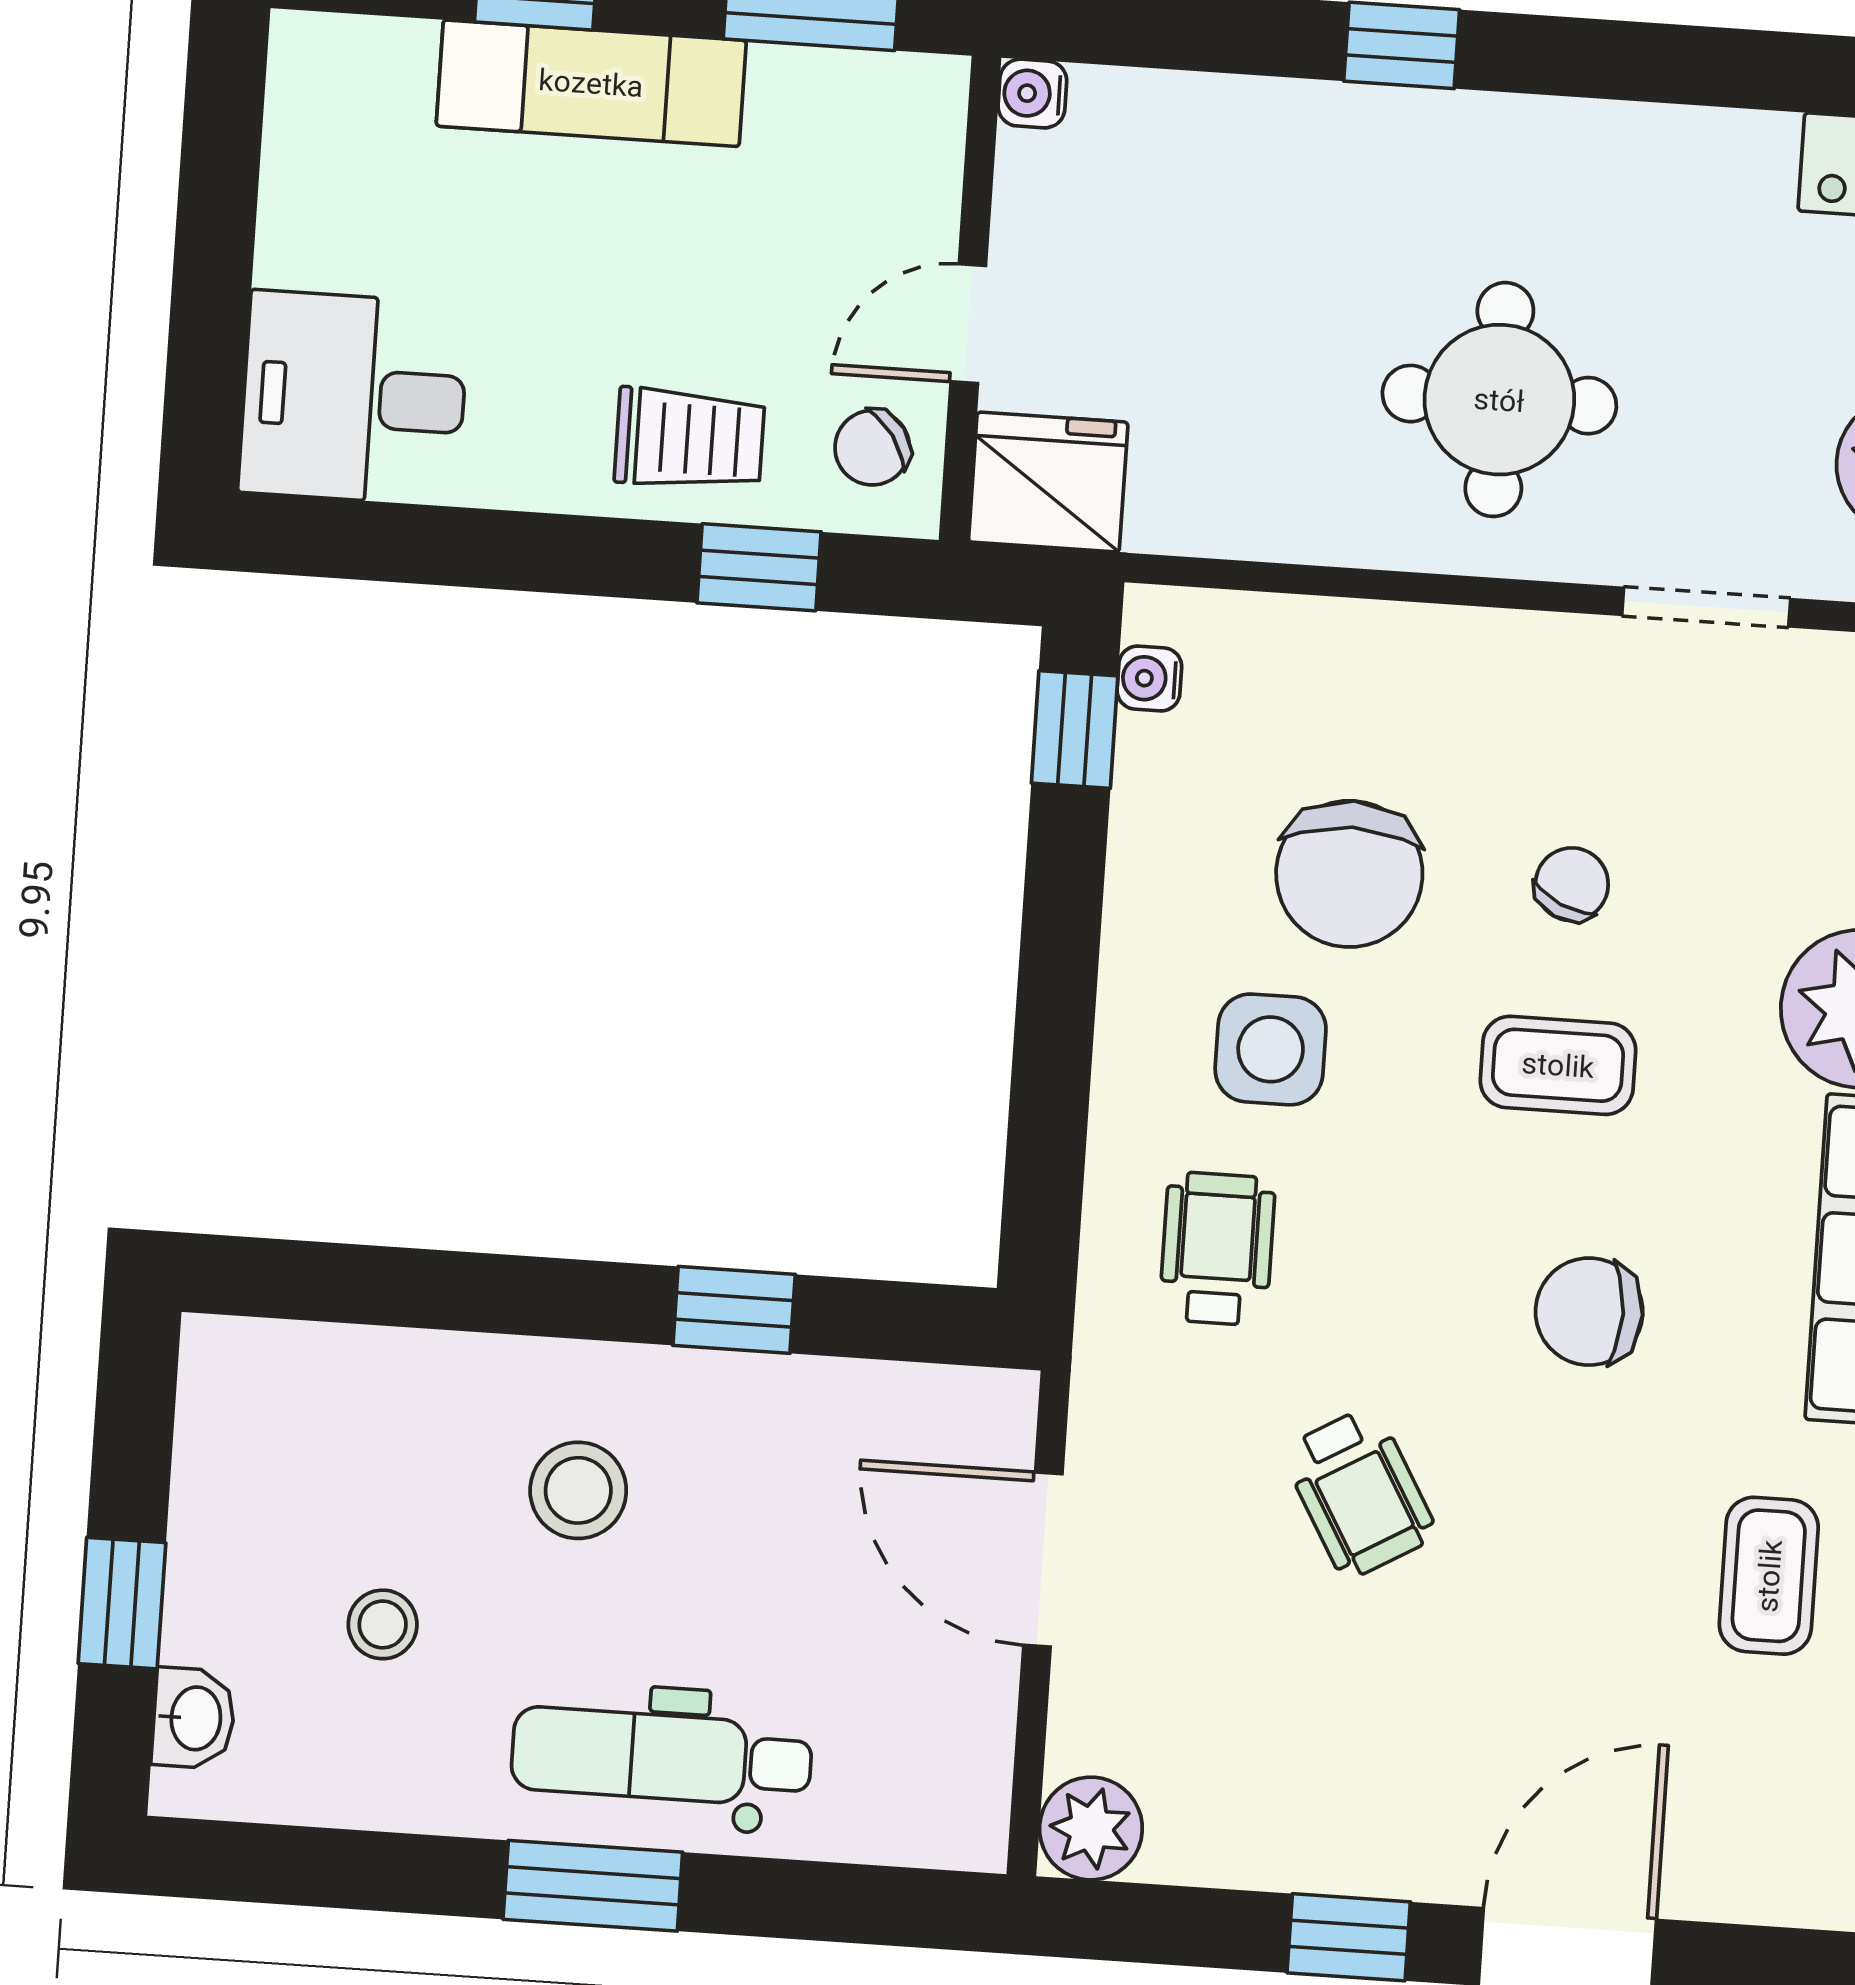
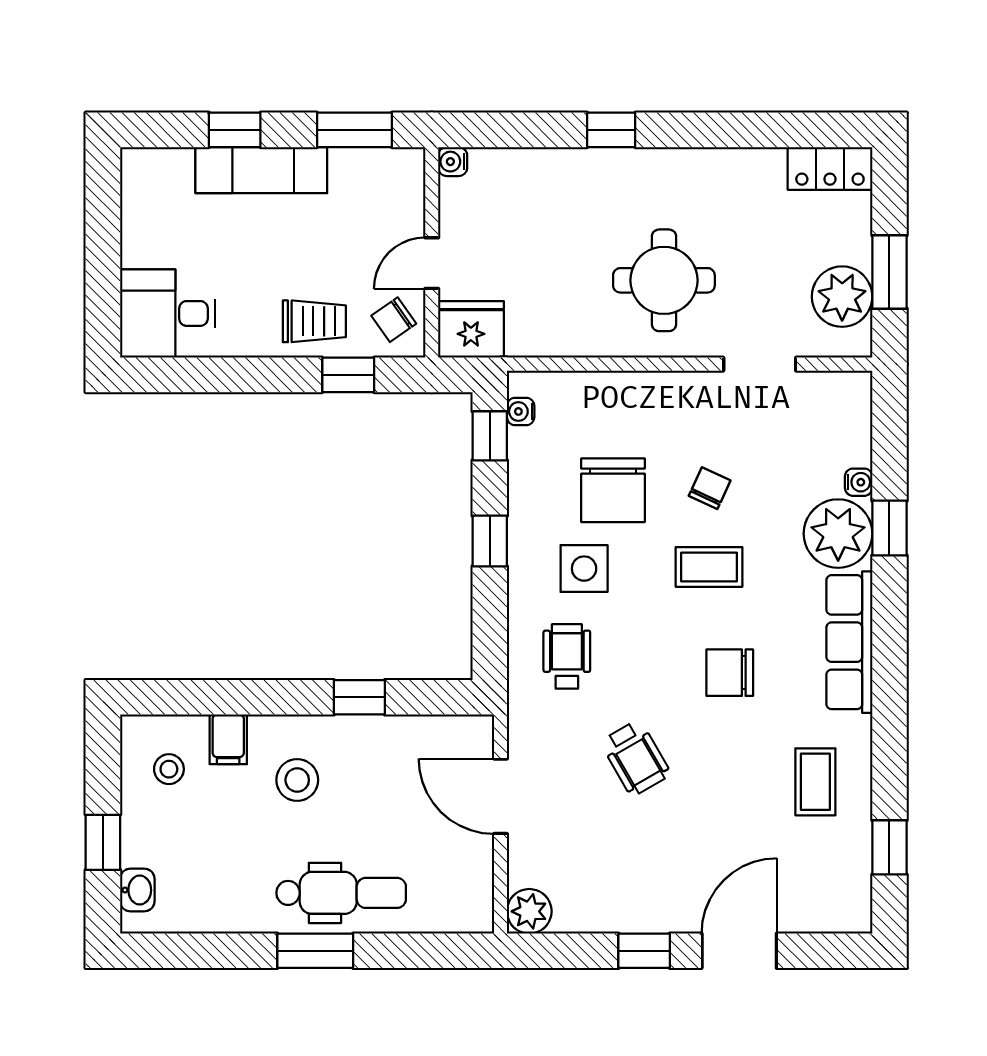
window: (1058, 971) -> (490, 541), added
filing cabinet: (426, 1386) -> (228, 739), added
stool: (383, 1624) -> (169, 769), moved
dental chair: (662, 1757) -> (341, 893), turned 180

